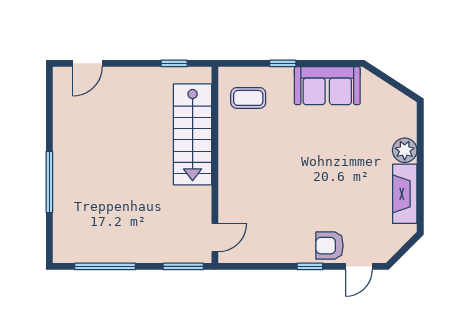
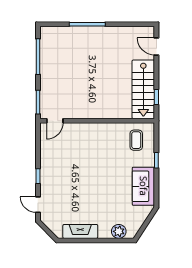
stairs: (193, 134) -> (143, 89), moved, turned -90
plant: (405, 150) -> (119, 231), moved
door: (215, 238) -> (55, 121), hinge flipped
armchair: (329, 246) -> (50, 188), removed

